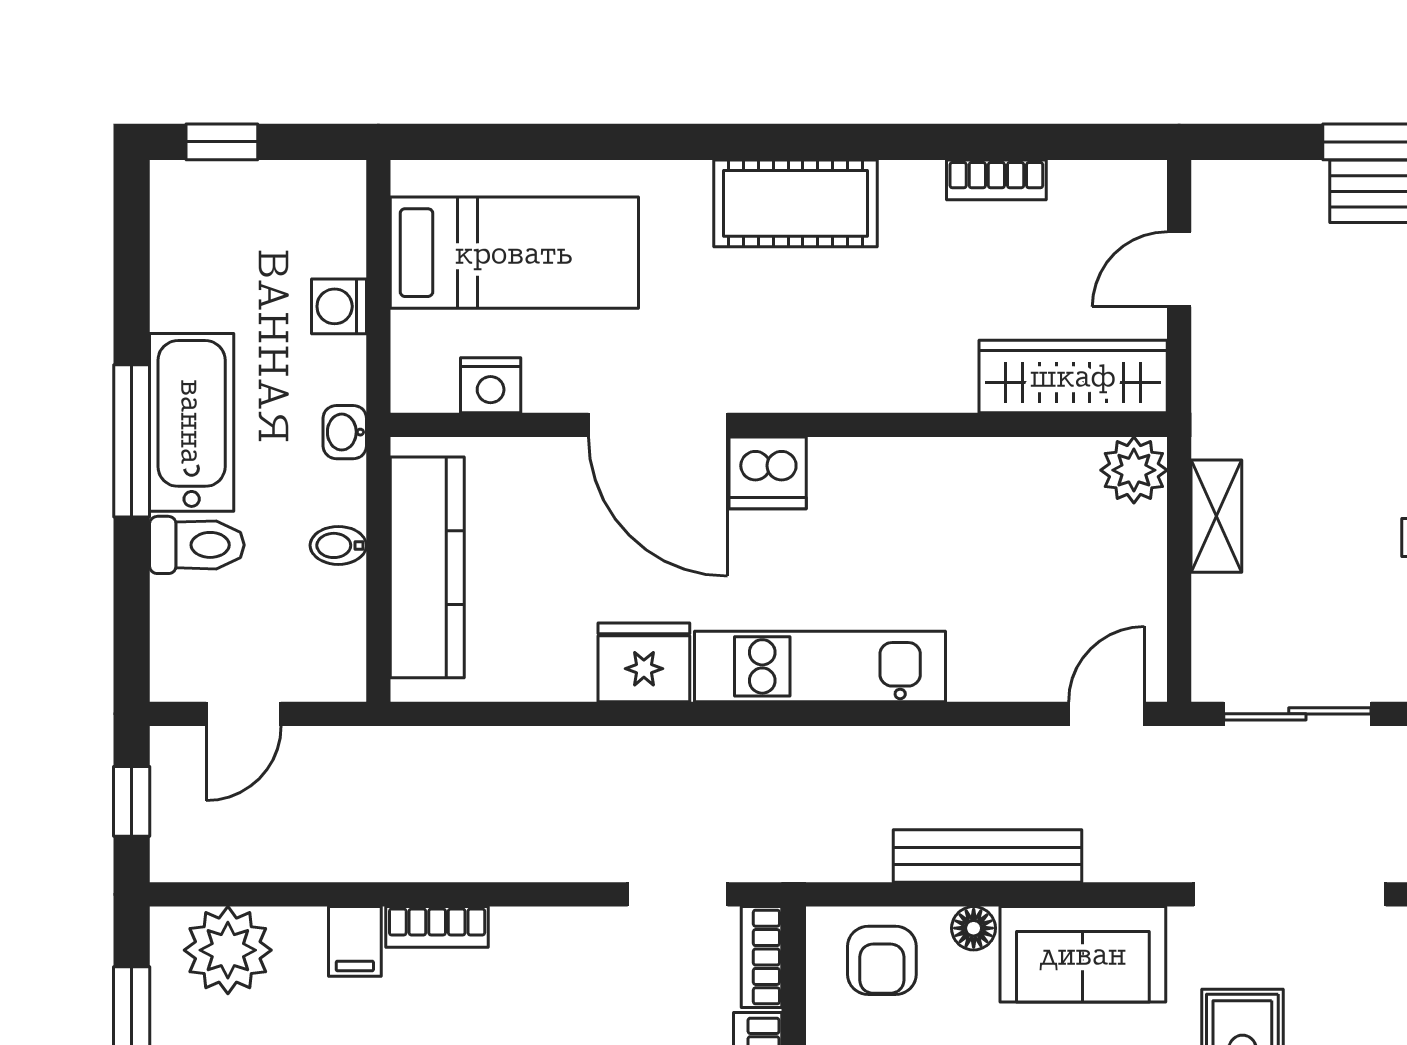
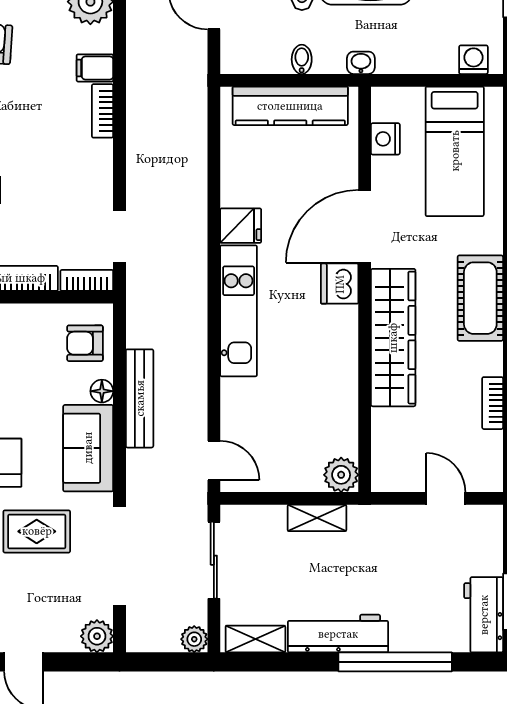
washing machine: (339, 306) -> (473, 60), moved
wardrobe: (1073, 376) -> (393, 338), moved, width x1.40, depth x1.17
fridge: (644, 662) -> (241, 226), width x0.72

